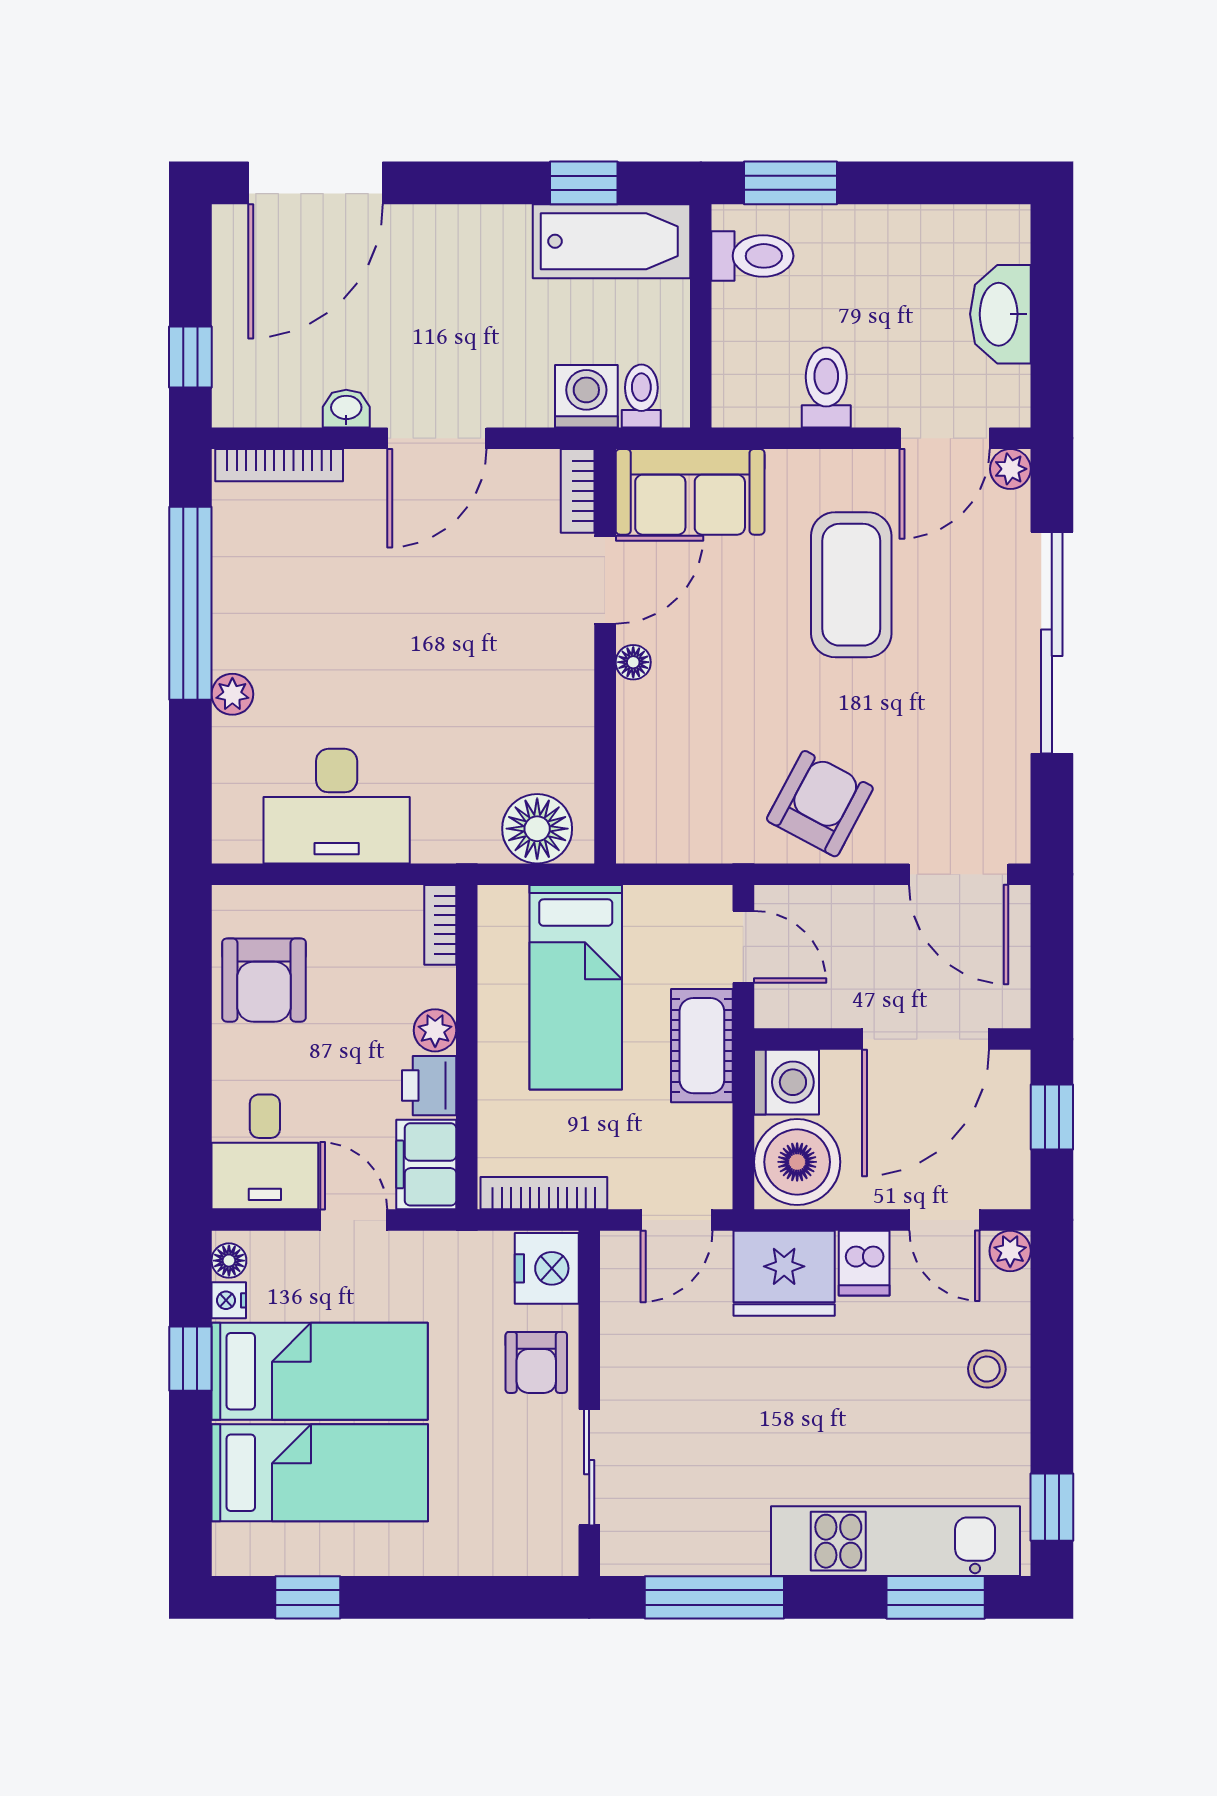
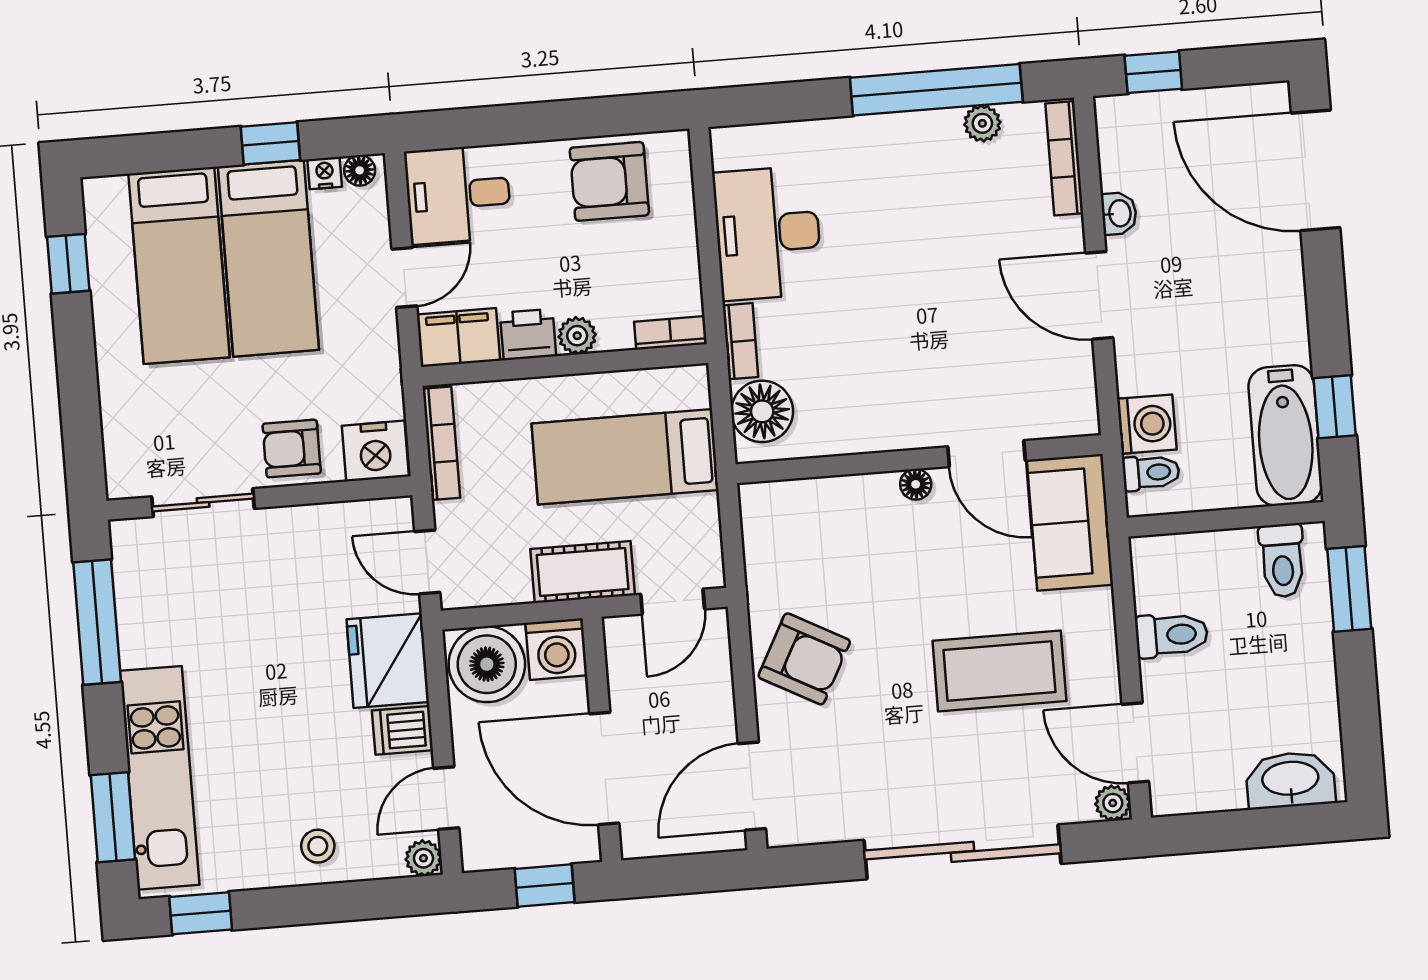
washbasin: (1000, 314) -> (1290, 780), moved
bookcase: (578, 491) -> (740, 341), moved, turned 90
plant: (232, 694) -> (982, 123), moved

